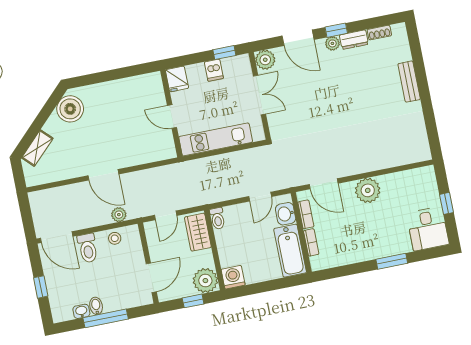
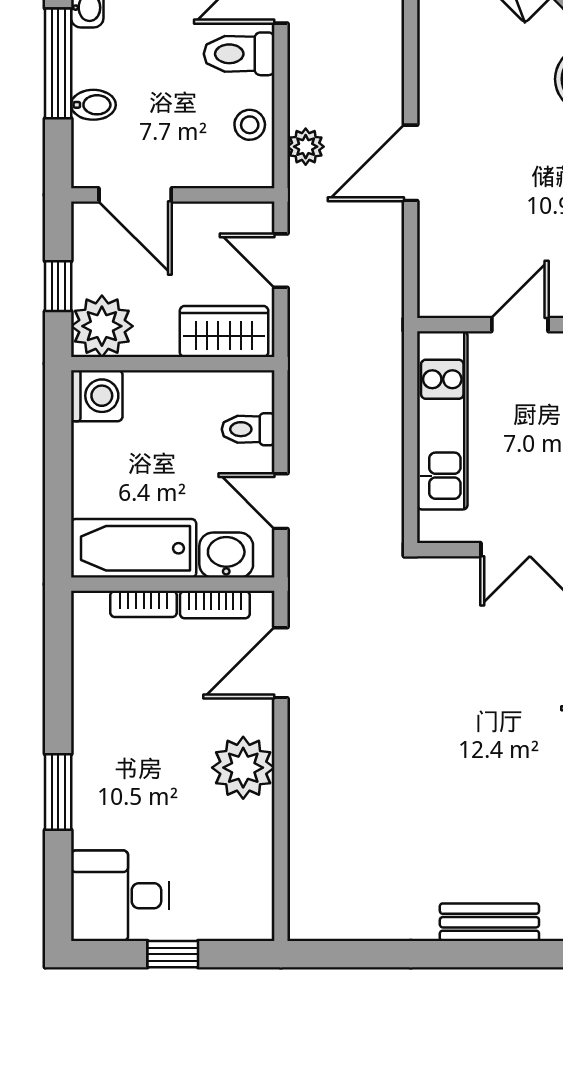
door: (103, 175) -> (411, 163), moved
toilet: (217, 218) -> (248, 429), moved
bidet: (96, 306) -> (93, 105), moved

